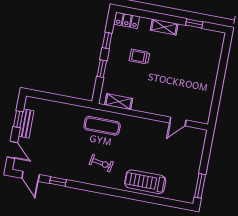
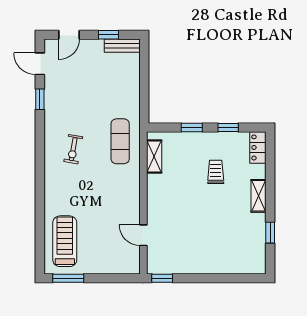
window: (214, 113) -> (162, 278), added
bench: (26, 124) -> (122, 46), moved
door: (31, 176) -> (40, 64), hinge flipped
treadmill: (145, 182) -> (65, 241), moved

